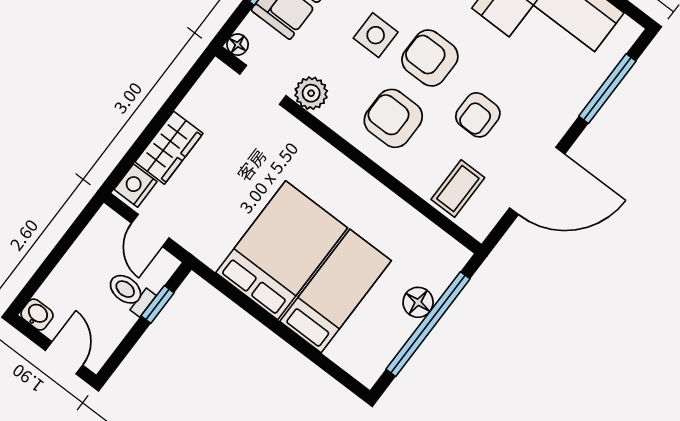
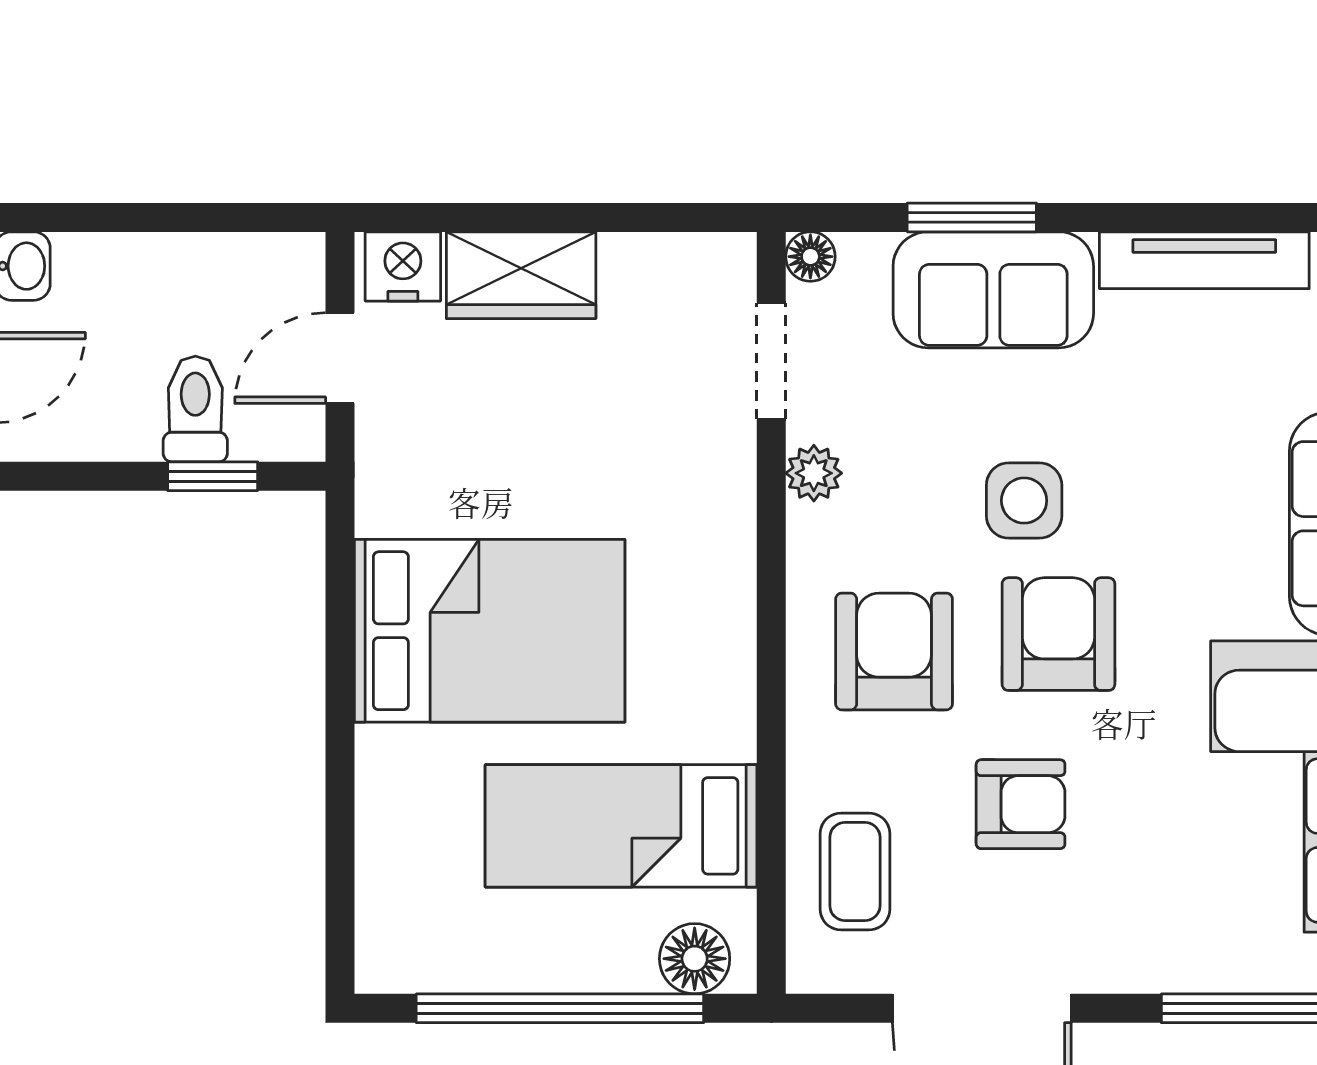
plant: (311, 93) -> (814, 473), width x0.73, depth x0.73
armchair: (478, 115) -> (1021, 804), turned 180
coffee table: (458, 189) -> (855, 871), turned 90
bed: (336, 291) -> (621, 826), moved, turned 180
floor lamp: (418, 302) -> (695, 959), moved

